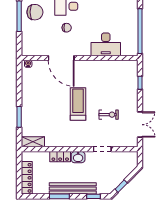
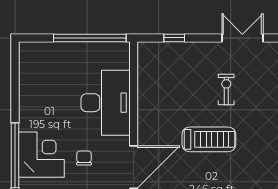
desk: (106, 44) -> (106, 103), width x1.36, depth x1.30
treadmill: (78, 104) -> (209, 139), turned 180

